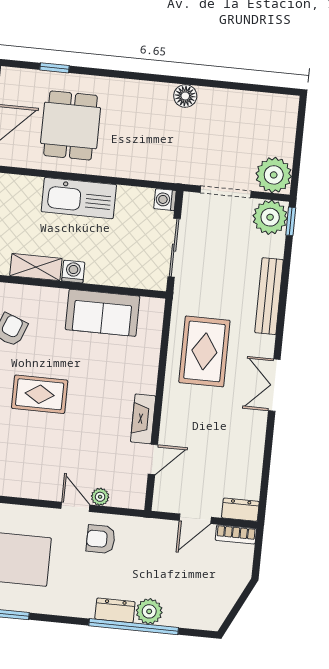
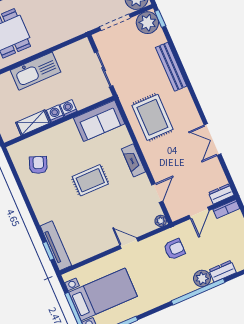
washing machine: (165, 200) -> (68, 108), moved, turned 90
sofa: (102, 313) -> (99, 121), moved
double door: (274, 385) -> (212, 139), moved
rug: (40, 394) -> (90, 180), moved
fireplace: (143, 419) -> (134, 160), moved
plant: (100, 497) -> (161, 221), moved
armchair: (101, 539) -> (174, 249), moved, turned 180
dresser: (115, 610) -> (223, 271), moved

